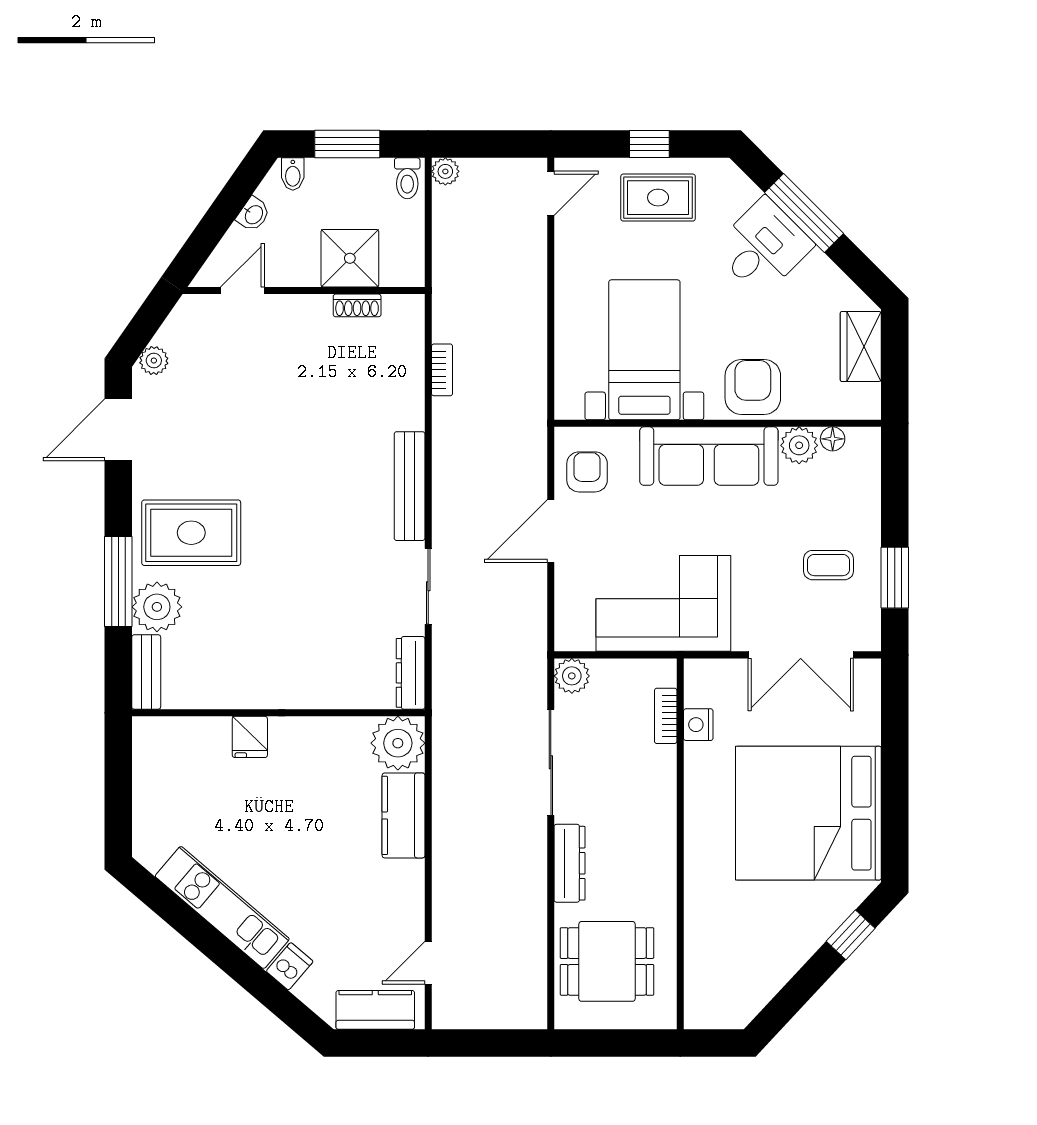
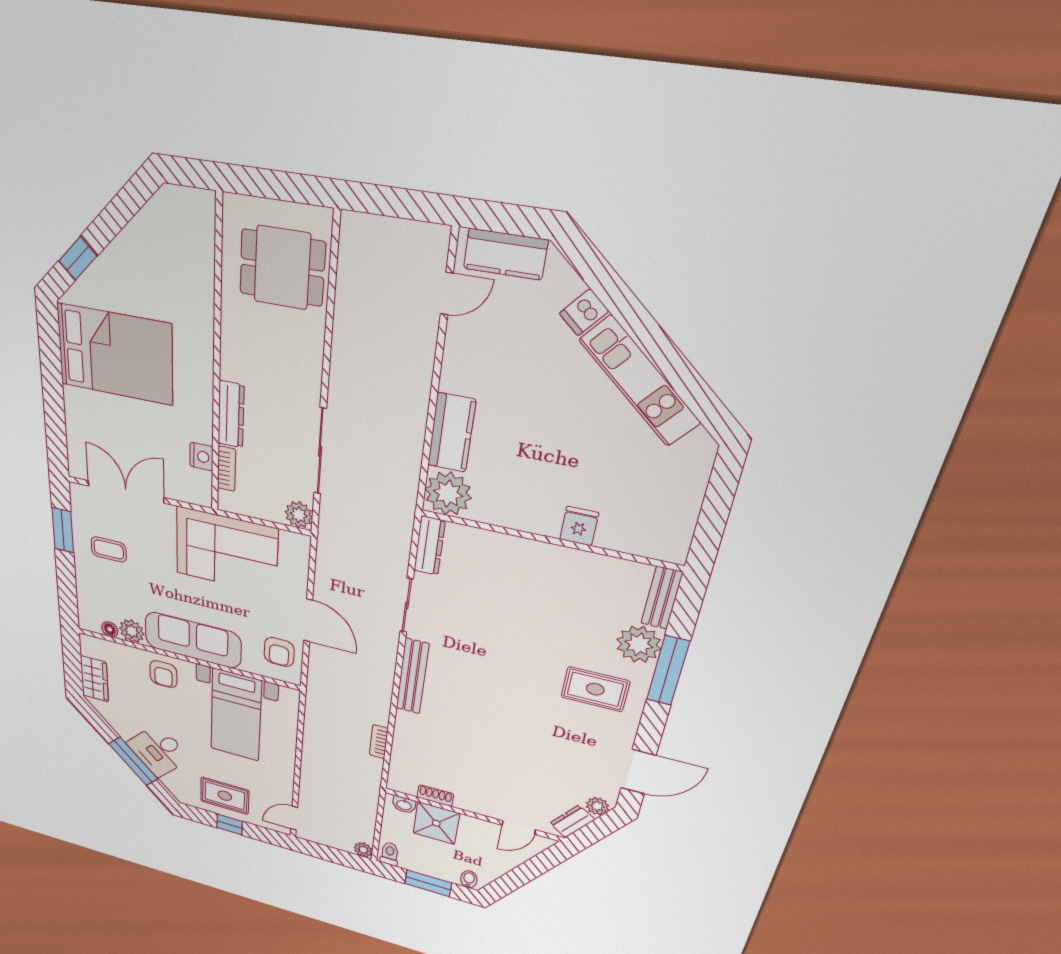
washbasin: (253, 214) -> (404, 805), moved, turned -125
dresser: (179, 325) -> (572, 821), added
armchair: (753, 387) -> (163, 674), width x0.72, depth x0.72
door: (551, 531) -> (308, 620), hinge flipped
rug: (191, 533) -> (595, 689), width x0.73, depth x0.70
bed: (808, 813) -> (115, 354), width x0.73
dresser: (570, 863) -> (231, 414), moved, turned 180

